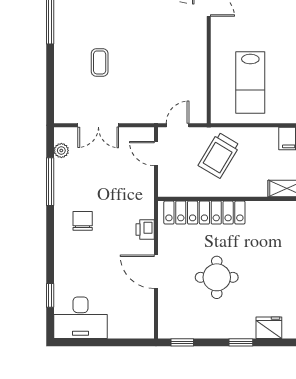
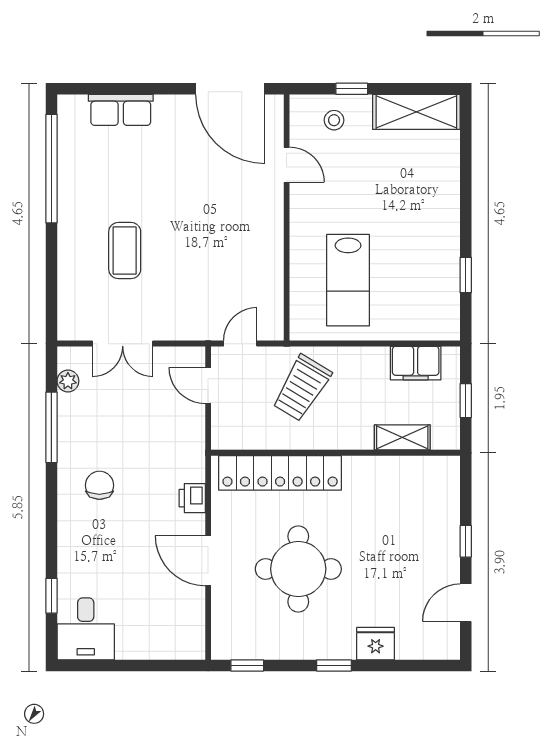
coffee table: (100, 62) -> (125, 251), width x1.36, depth x1.30
round table: (217, 277) -> (298, 569), width x1.36, depth x1.36
desk: (81, 318) -> (86, 629), width x0.73

